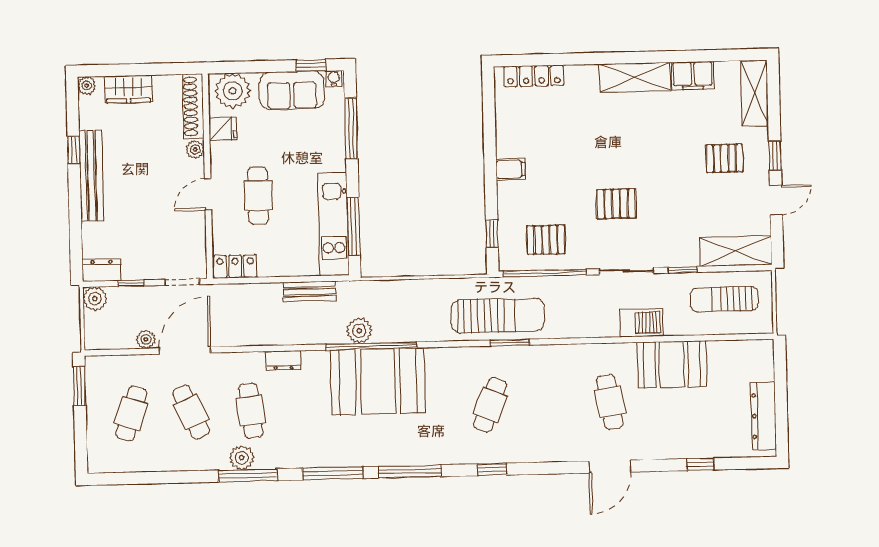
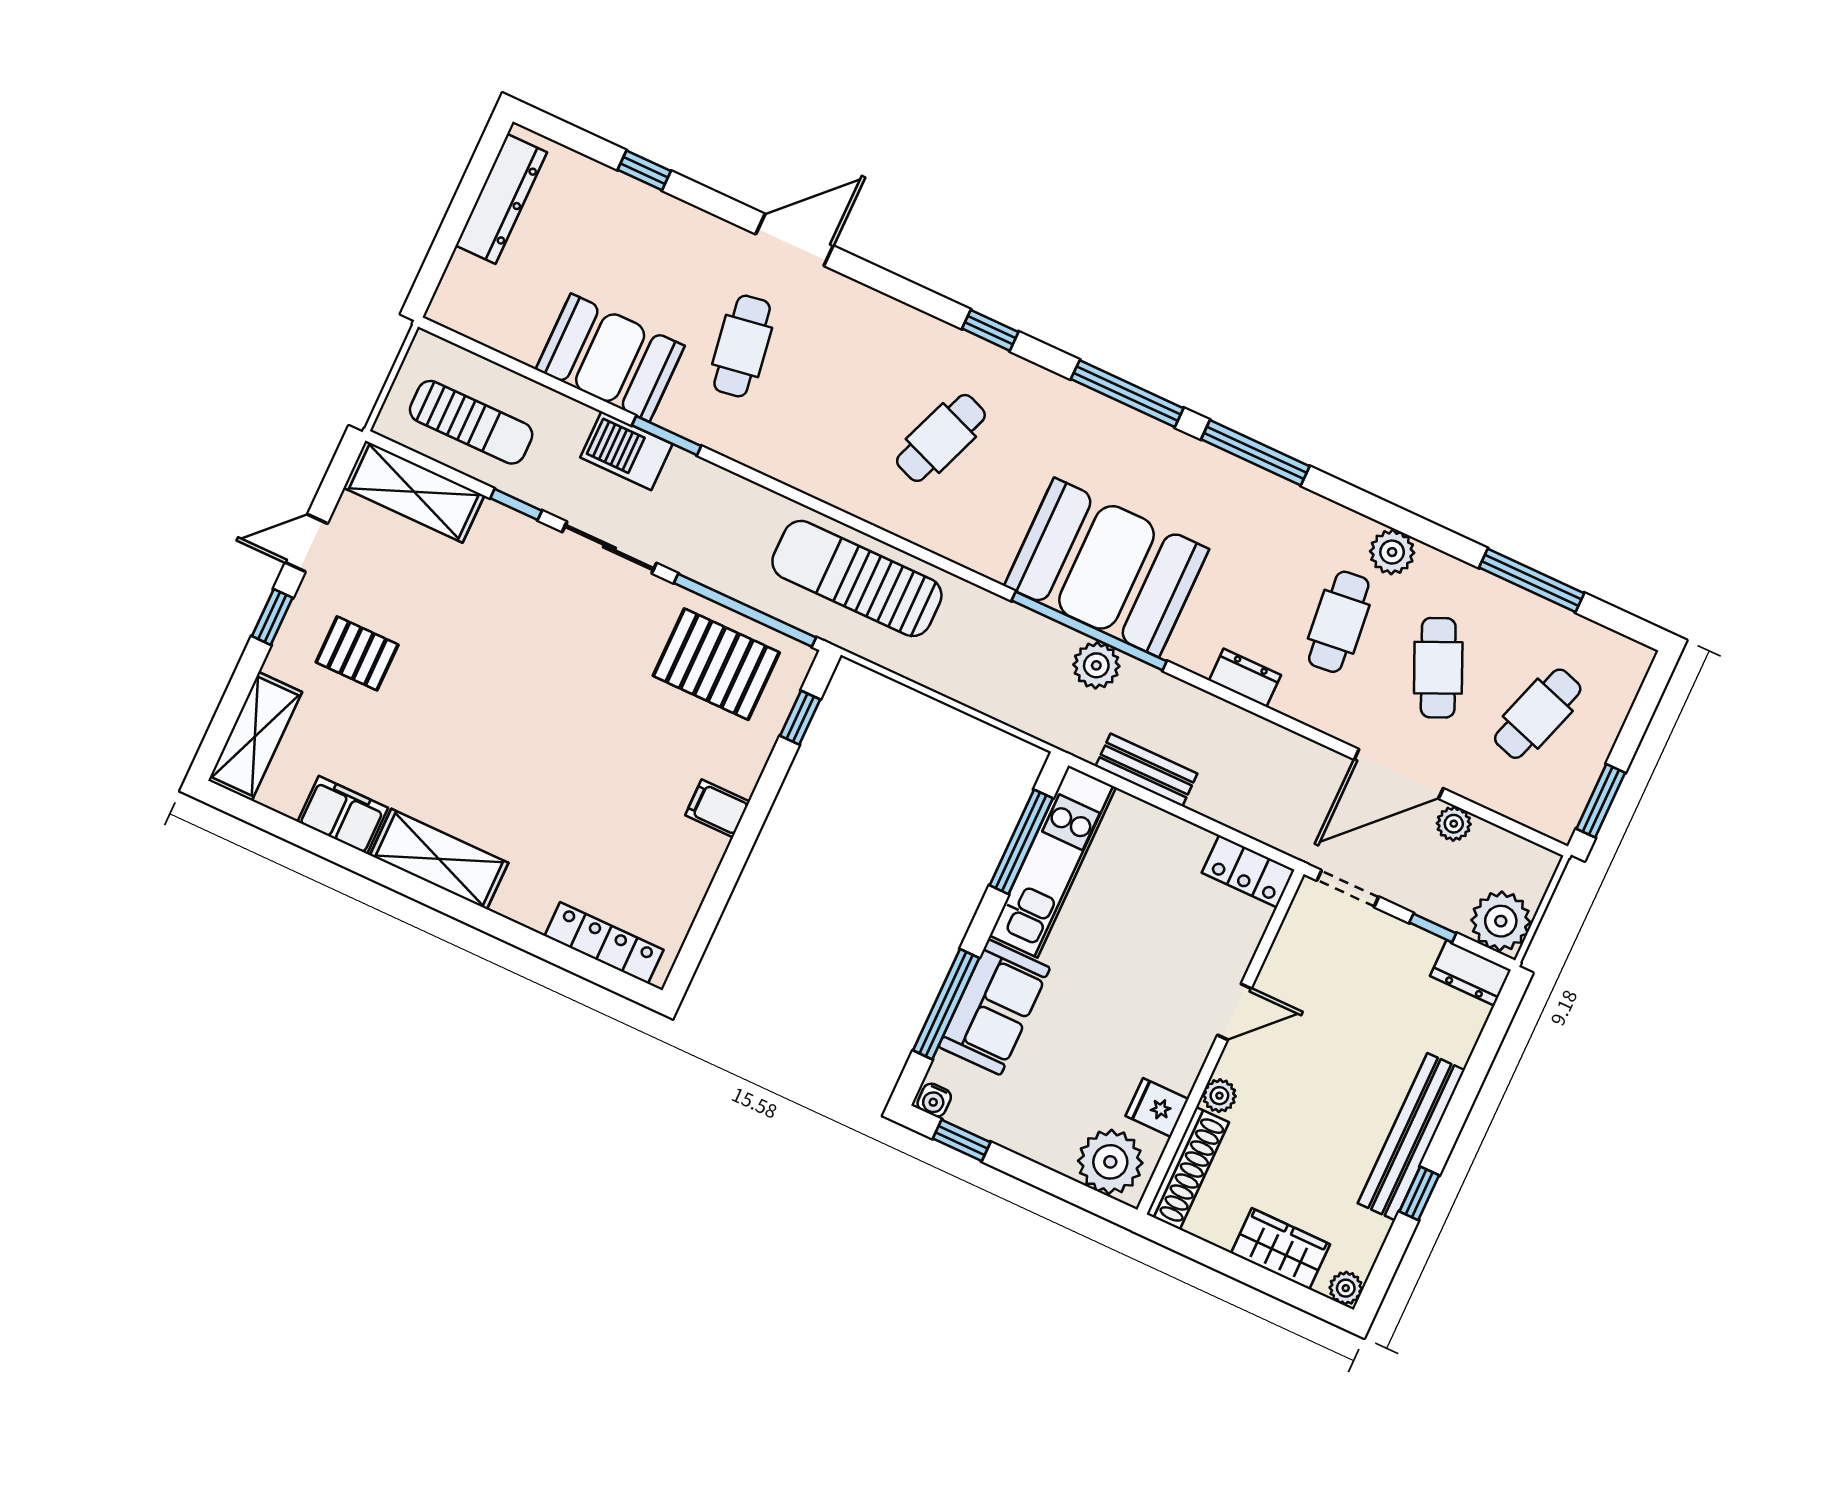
sofa: (292, 90) -> (994, 1007), moved, turned 90
cafe table: (258, 196) -> (1154, 969), removed
pallet: (616, 204) -> (572, 666), removed
pallet: (546, 240) -> (716, 664), width x1.50, depth x1.42
plant: (95, 299) -> (1501, 921), width x1.36, depth x1.36
window: (510, 343) -> (667, 436), moved
window: (248, 475) -> (1532, 580), moved

